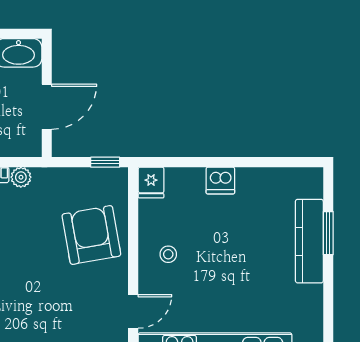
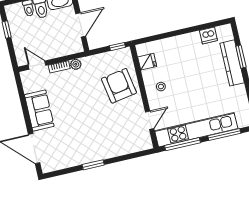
dishwasher: (220, 180) -> (208, 35), moved
fridge: (151, 182) -> (147, 62), moved, turned -90

